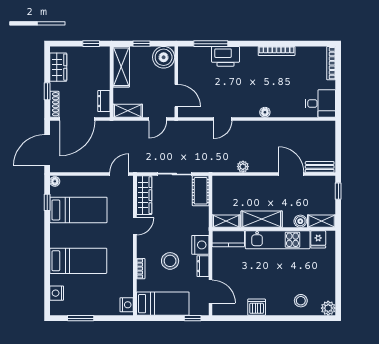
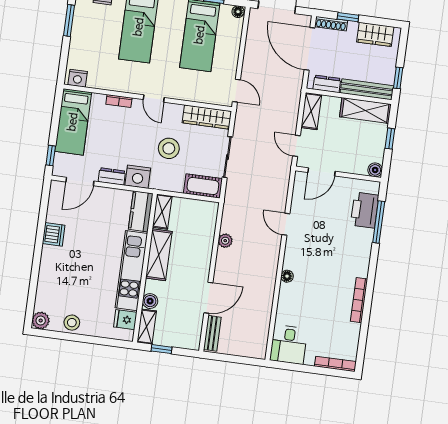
printer: (226, 56) -> (365, 210), moved
boiler: (164, 57) -> (375, 170), width x0.54, depth x0.54
bench: (104, 68) -> (367, 89), added
window: (338, 191) -> (162, 349), moved
door: (135, 226) -> (154, 99), moved
stool: (170, 261) -> (169, 148), moved
stool: (301, 301) -> (72, 323), moved

